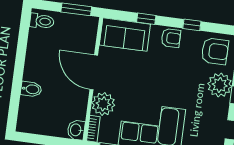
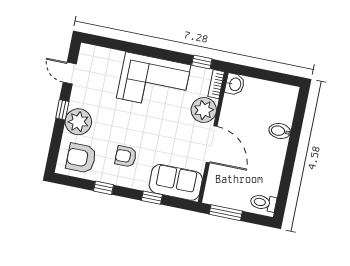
armchair: (171, 38) -> (126, 156), moved

